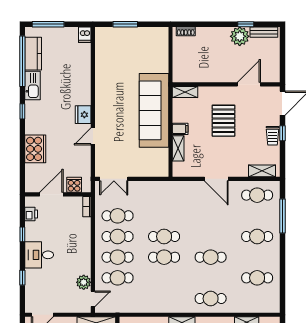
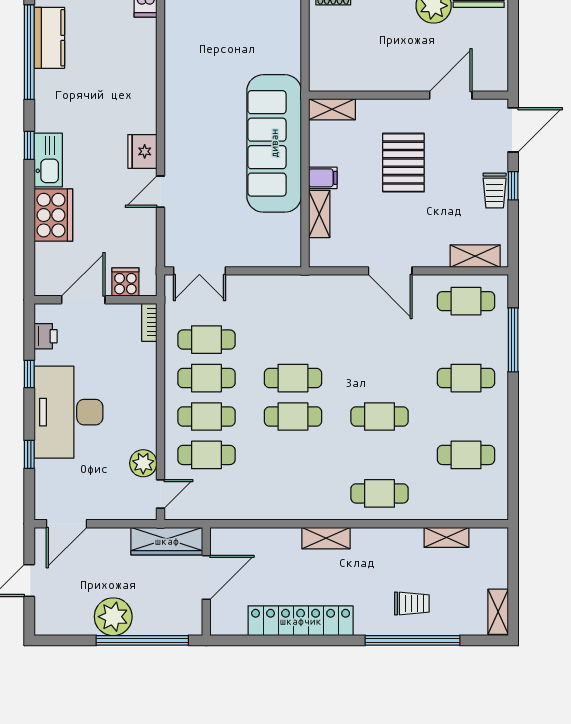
kitchen sink: (33, 86) -> (48, 160), moved
desk: (39, 255) -> (68, 412), width x1.87, depth x1.30

